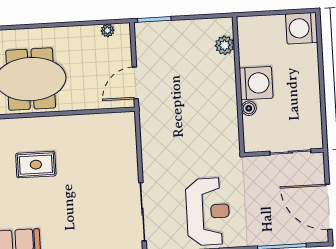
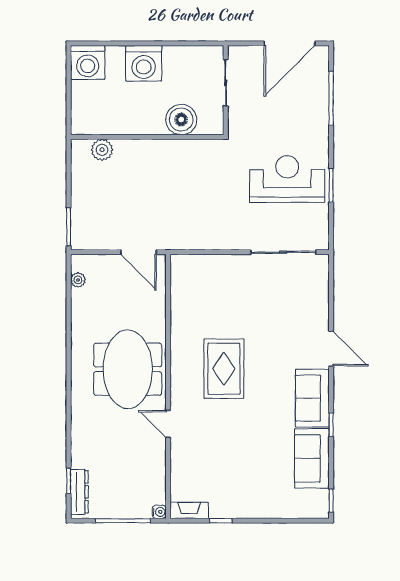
washing machine: (256, 83) -> (144, 63), moved, turned 180
boiler: (249, 108) -> (181, 120), width x1.86, depth x1.86
rug: (36, 165) -> (224, 369), width x1.36, depth x1.43

